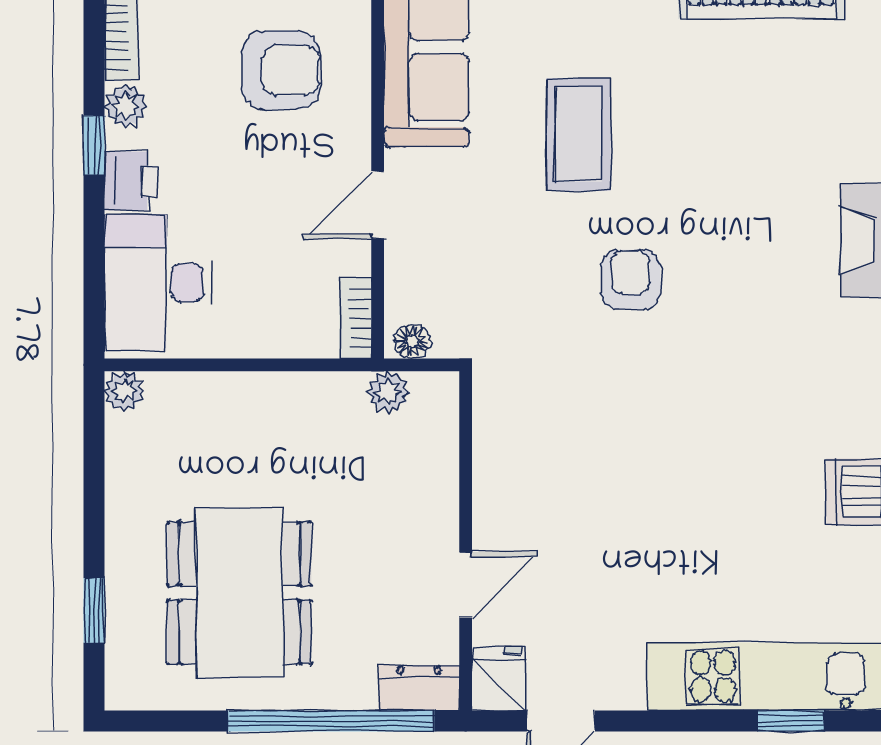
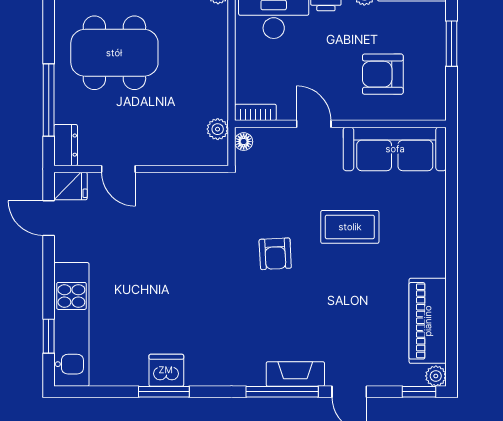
armchair: (281, 70) -> (383, 74), turned 90
armchair: (631, 280) -> (275, 254), turned 87
window: (331, 721) -> (49, 100), width x0.68

